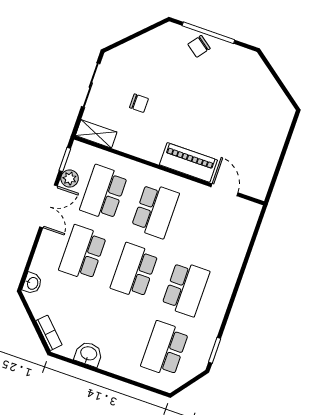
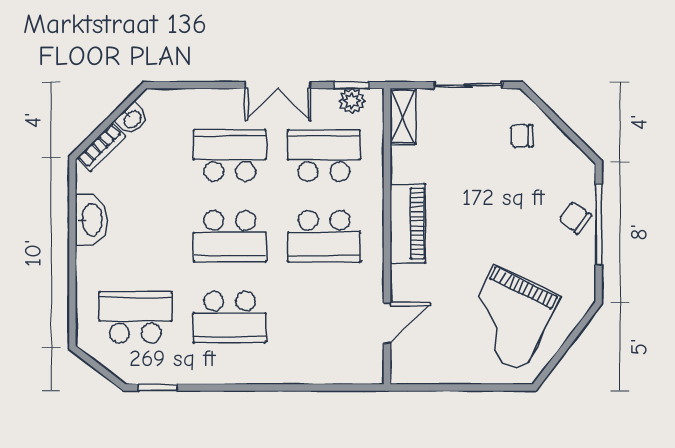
chair: (139, 103) -> (522, 136), moved, turned 90
grand piano: (249, 111) -> (509, 319), added
piano: (188, 162) -> (408, 223), moved
plant: (70, 178) -> (352, 101), moved
school desk: (134, 271) -> (230, 236), turned 180
washbasin: (32, 283) -> (132, 119), moved, turned -45
washbasin: (89, 354) -> (91, 220), width x1.38

